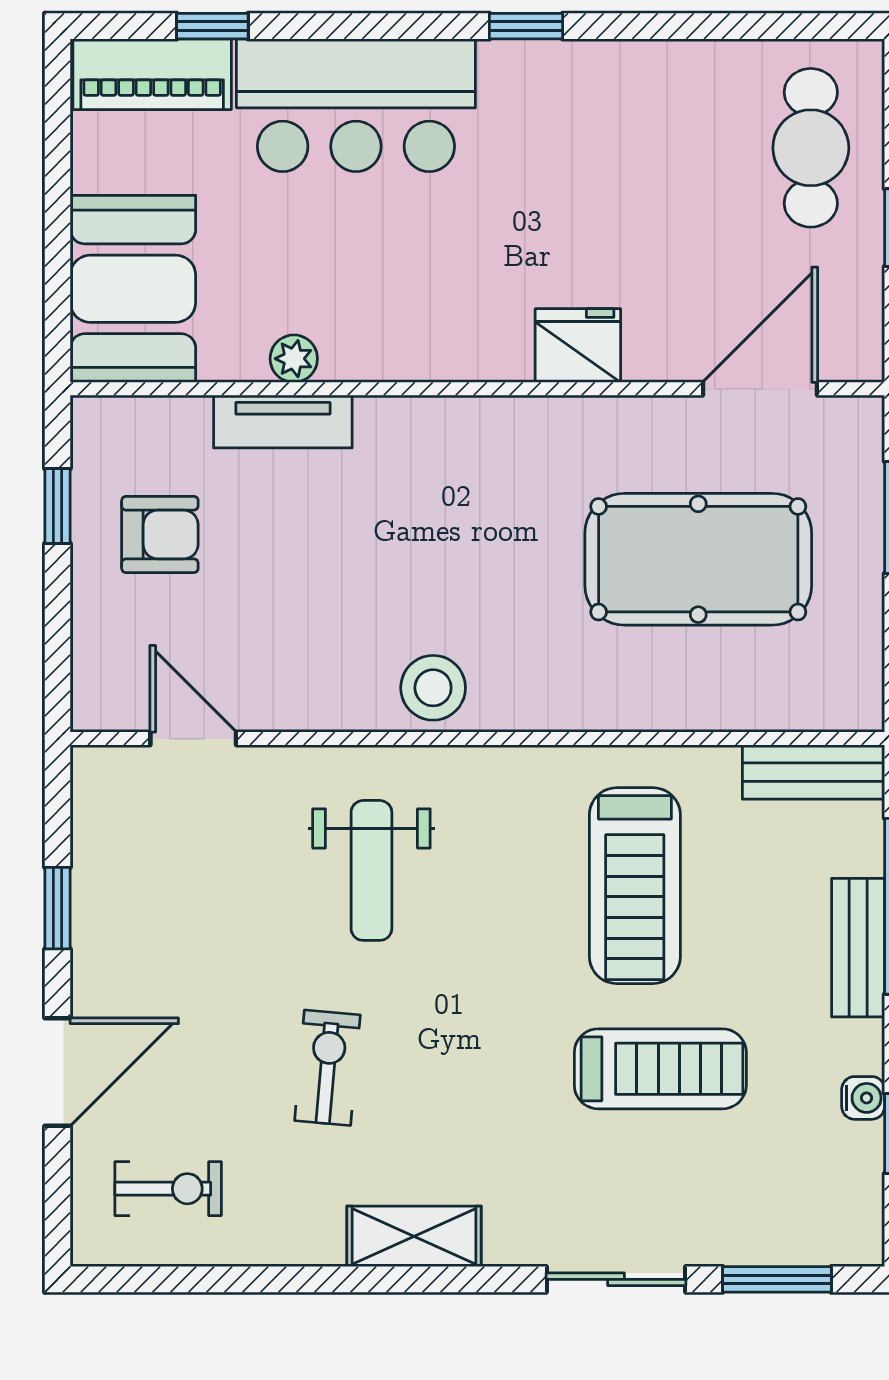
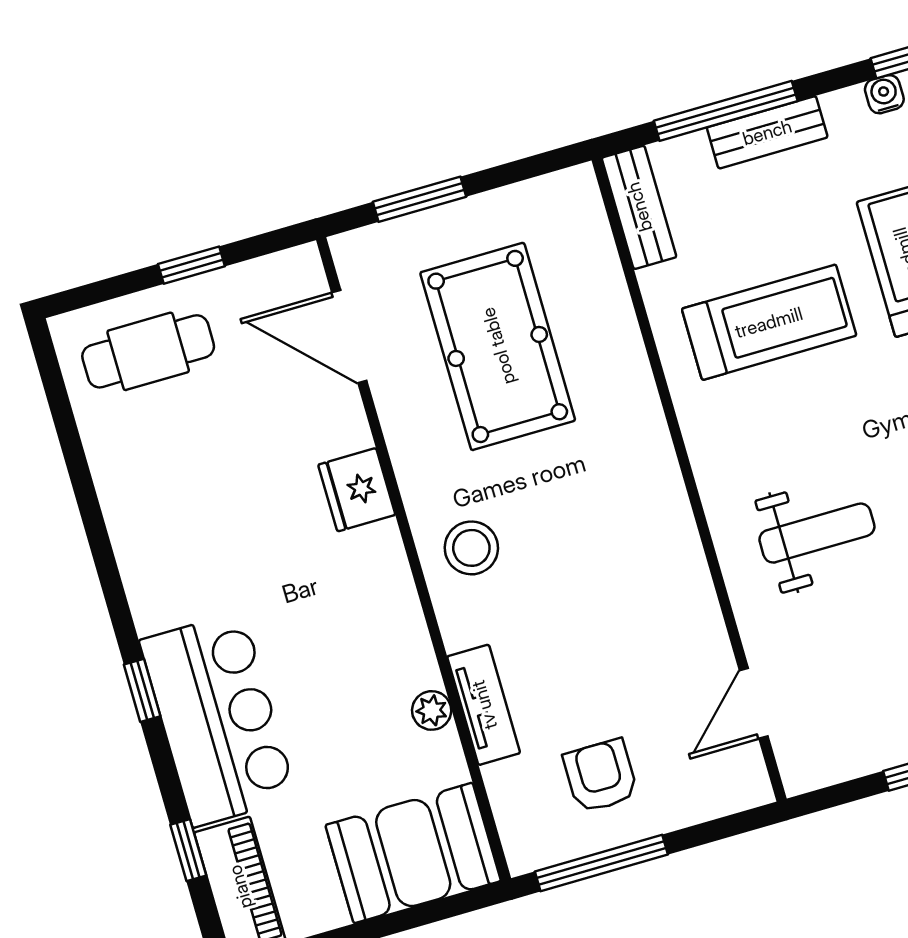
window: (526, 26) -> (142, 690), moved
window: (58, 506) -> (601, 863), width x2.17
stool: (433, 688) -> (471, 548), moved

